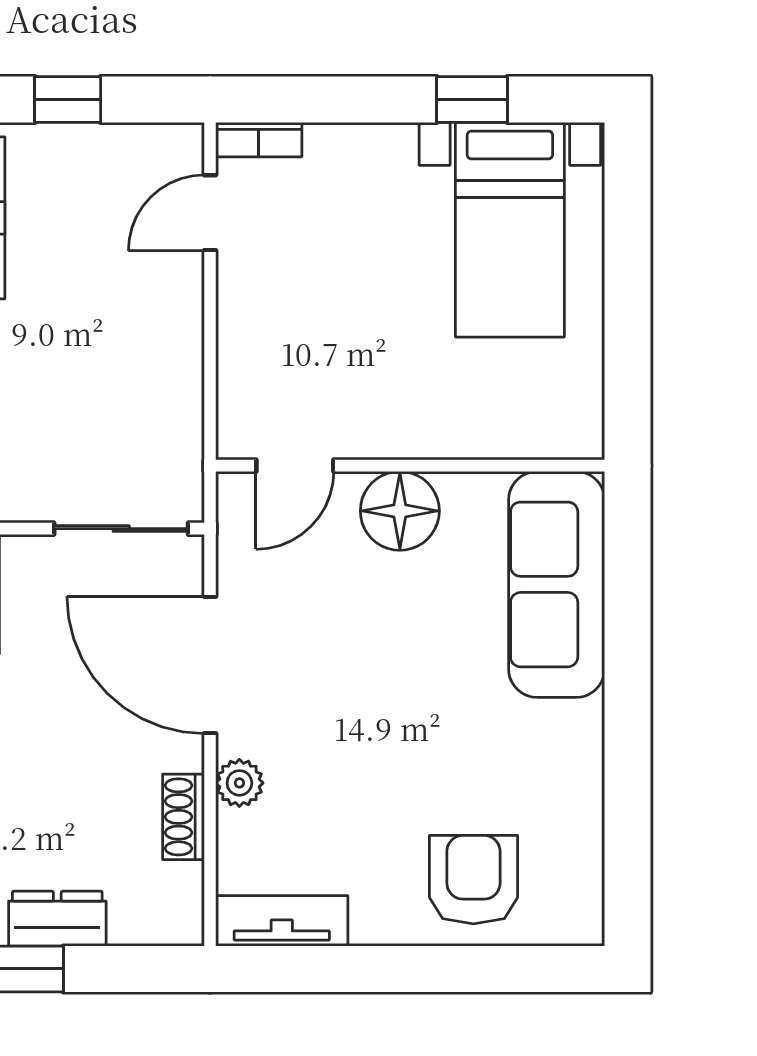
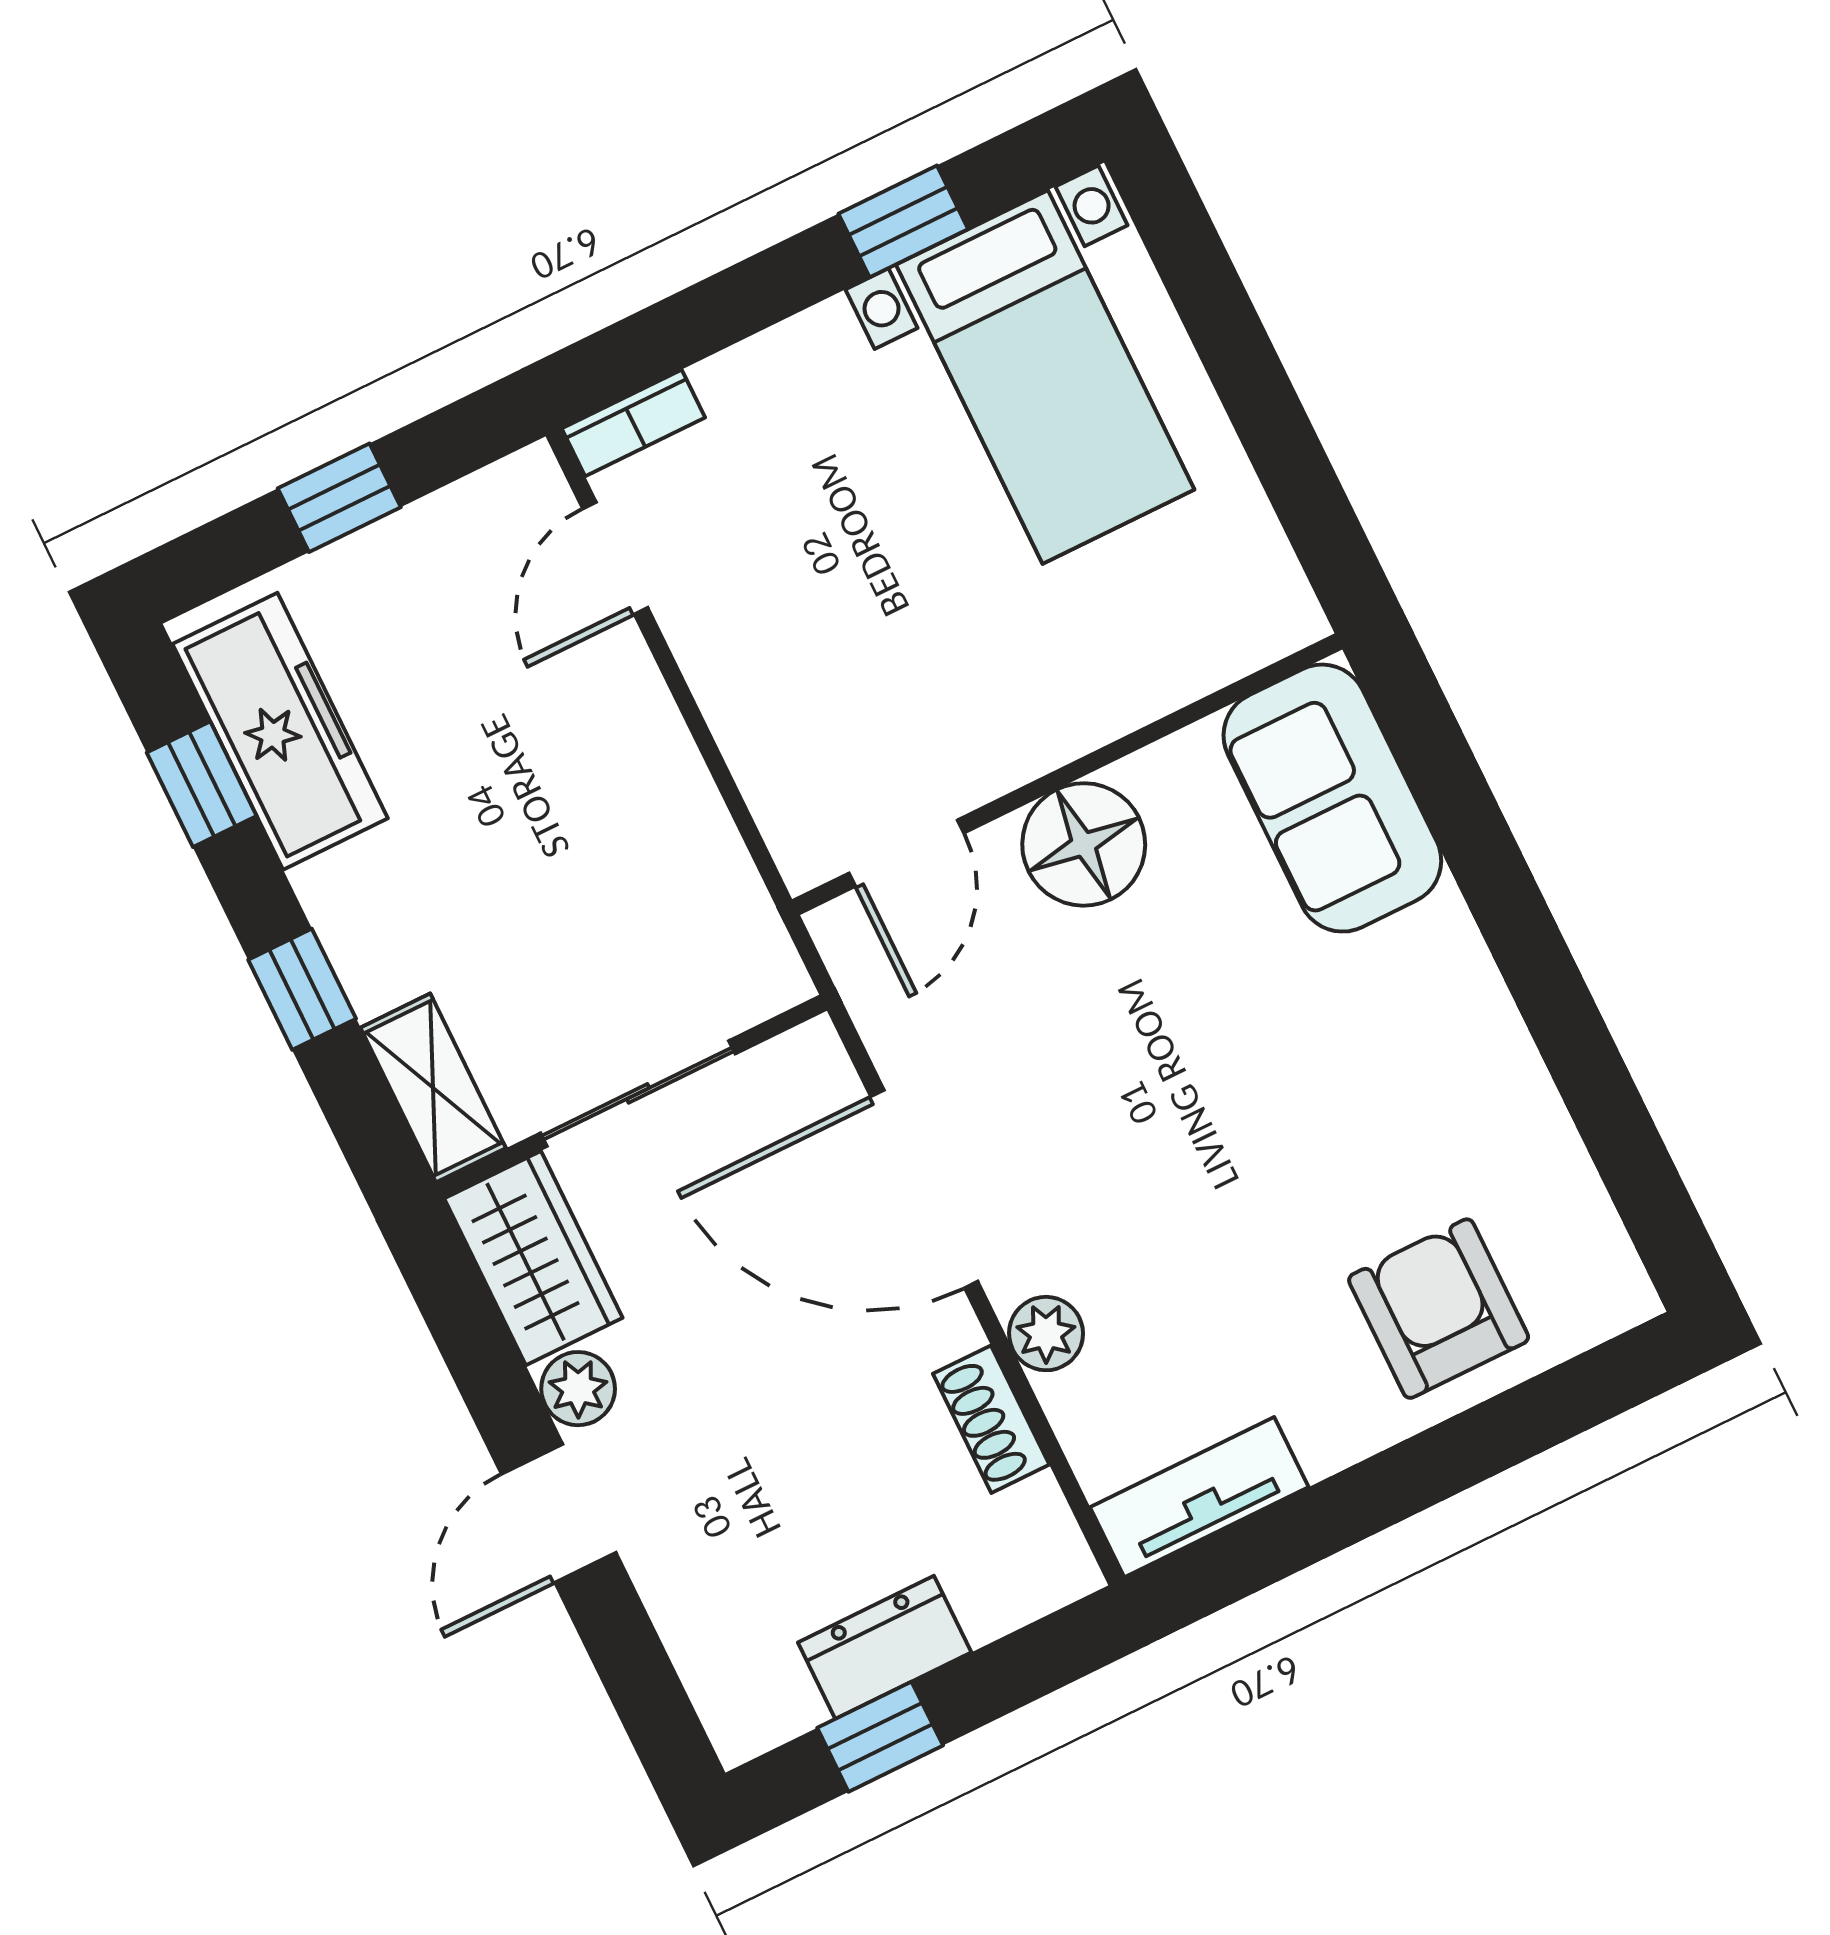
sliding door: (121, 529) -> (638, 1093), moved
sofa: (557, 584) -> (1332, 798), width x0.73

